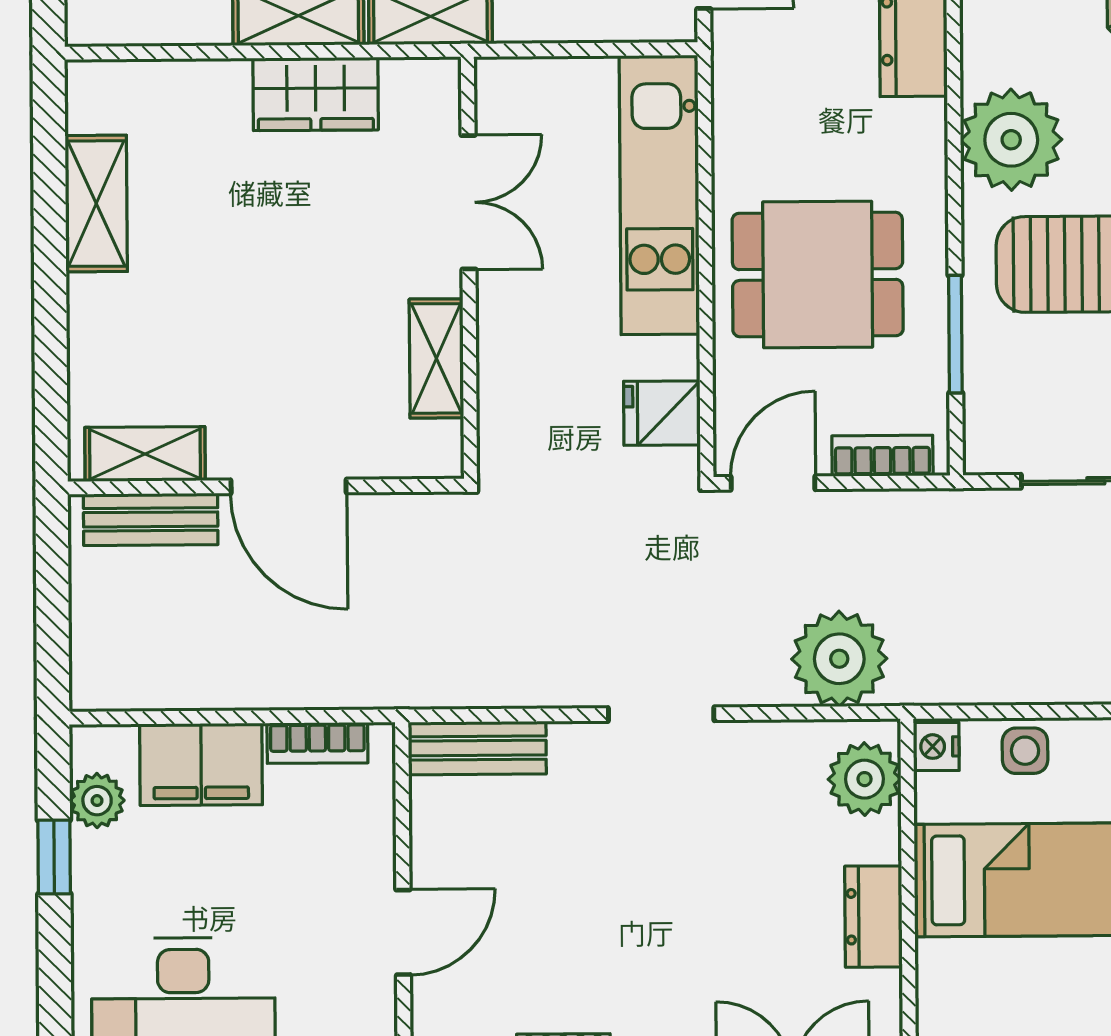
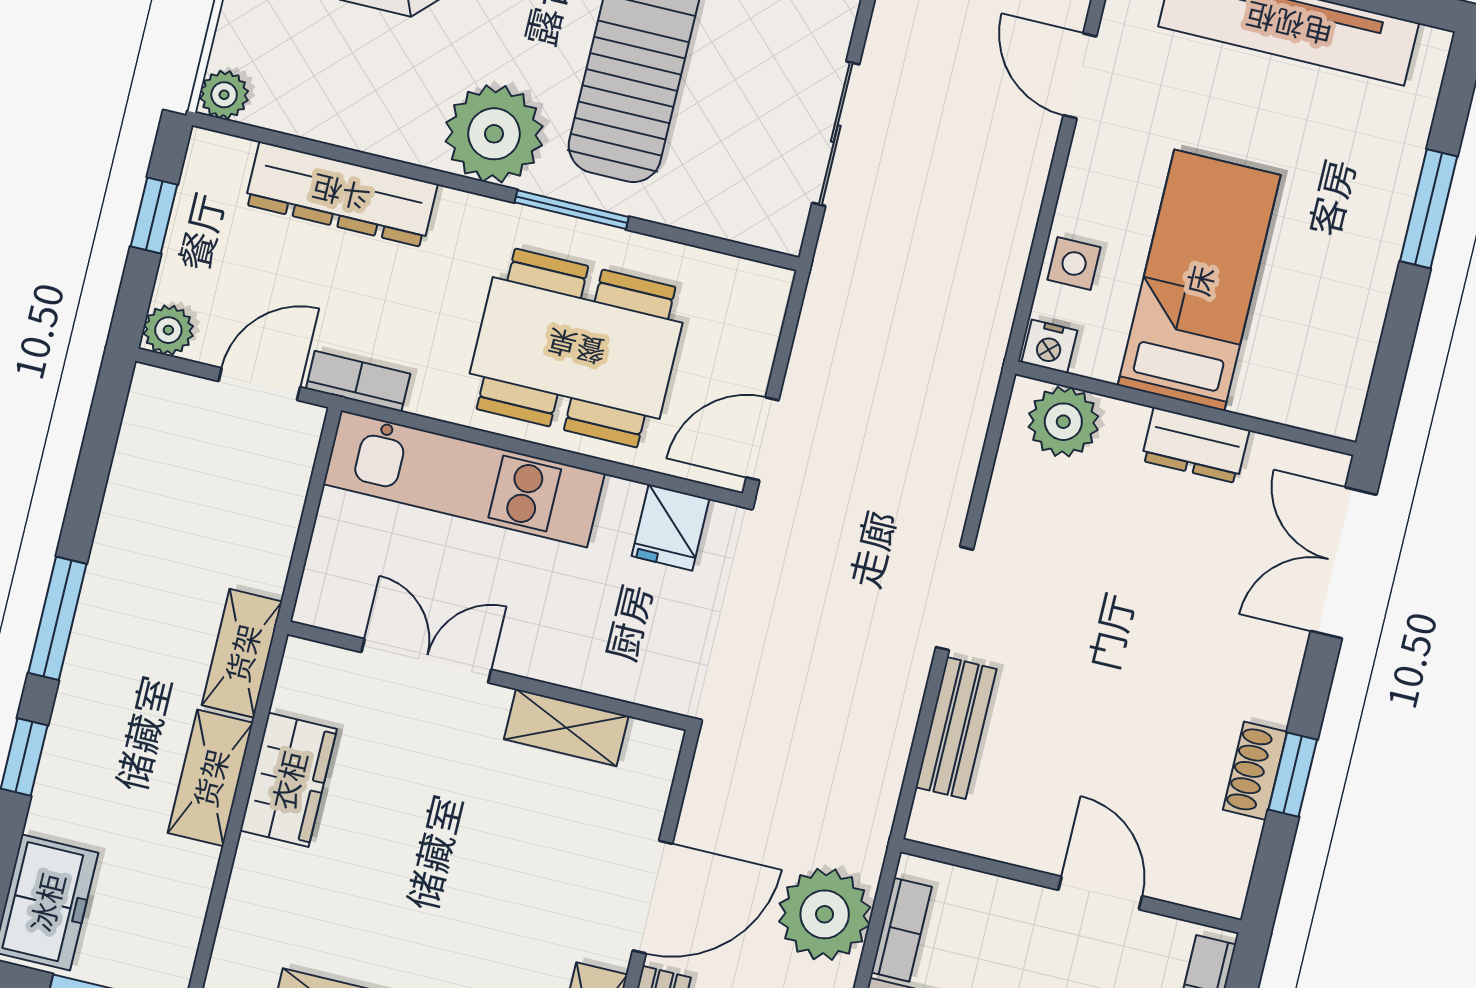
dining table: (818, 275) -> (576, 348), width x1.38
window: (955, 334) -> (572, 210), moved
bookcase: (882, 456) -> (358, 381), moved, turned 90
door: (773, 483) -> (763, 439), hinge flipped
plant: (839, 659) -> (825, 914), moved
bench: (477, 748) -> (956, 728), moved

